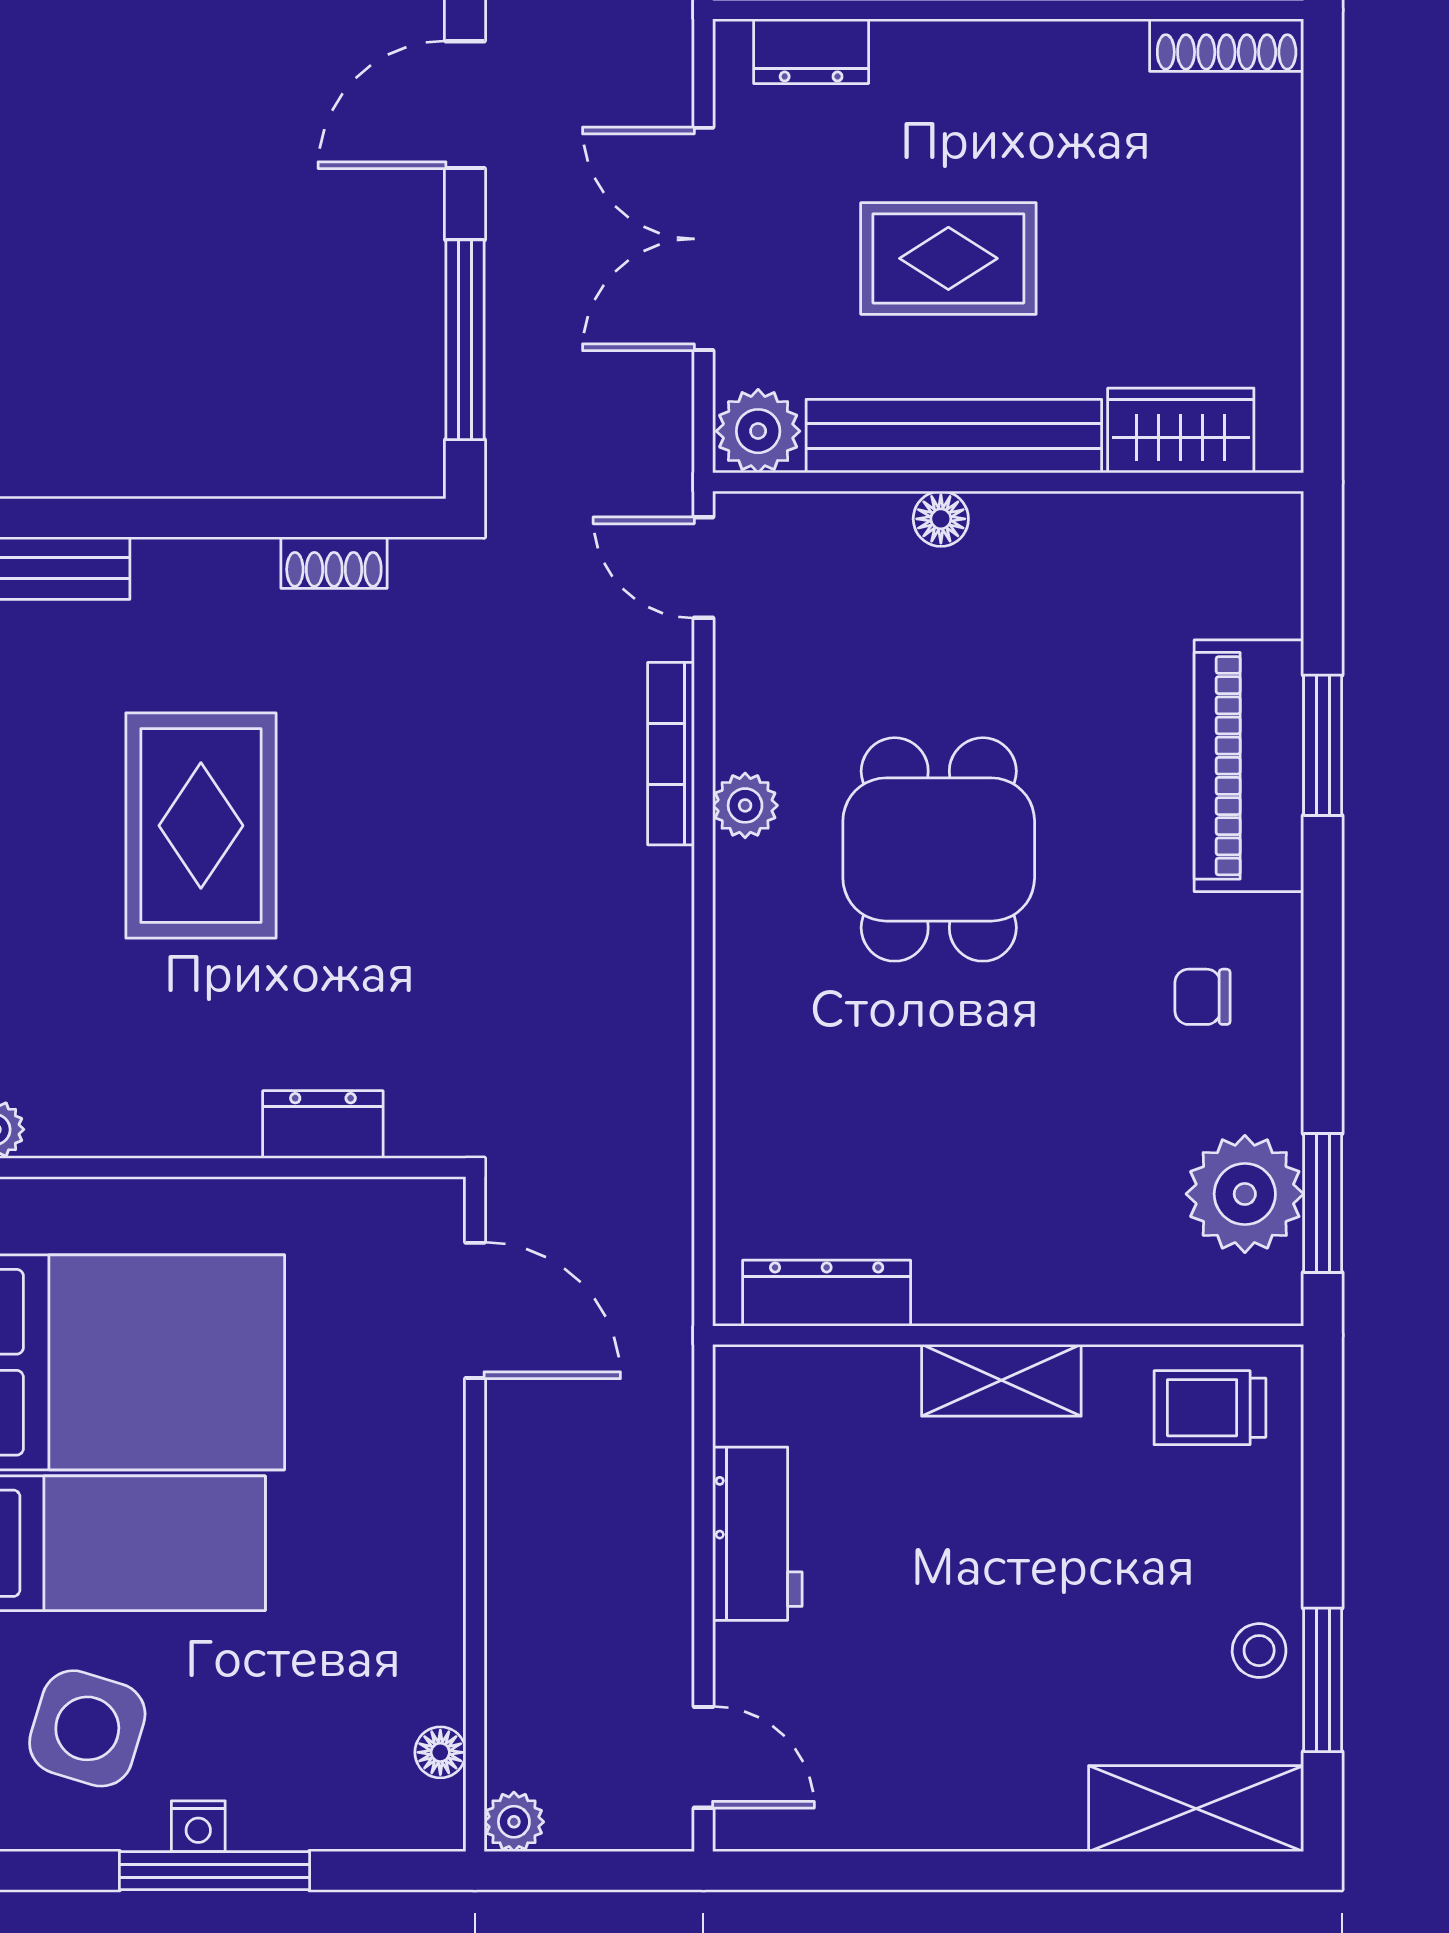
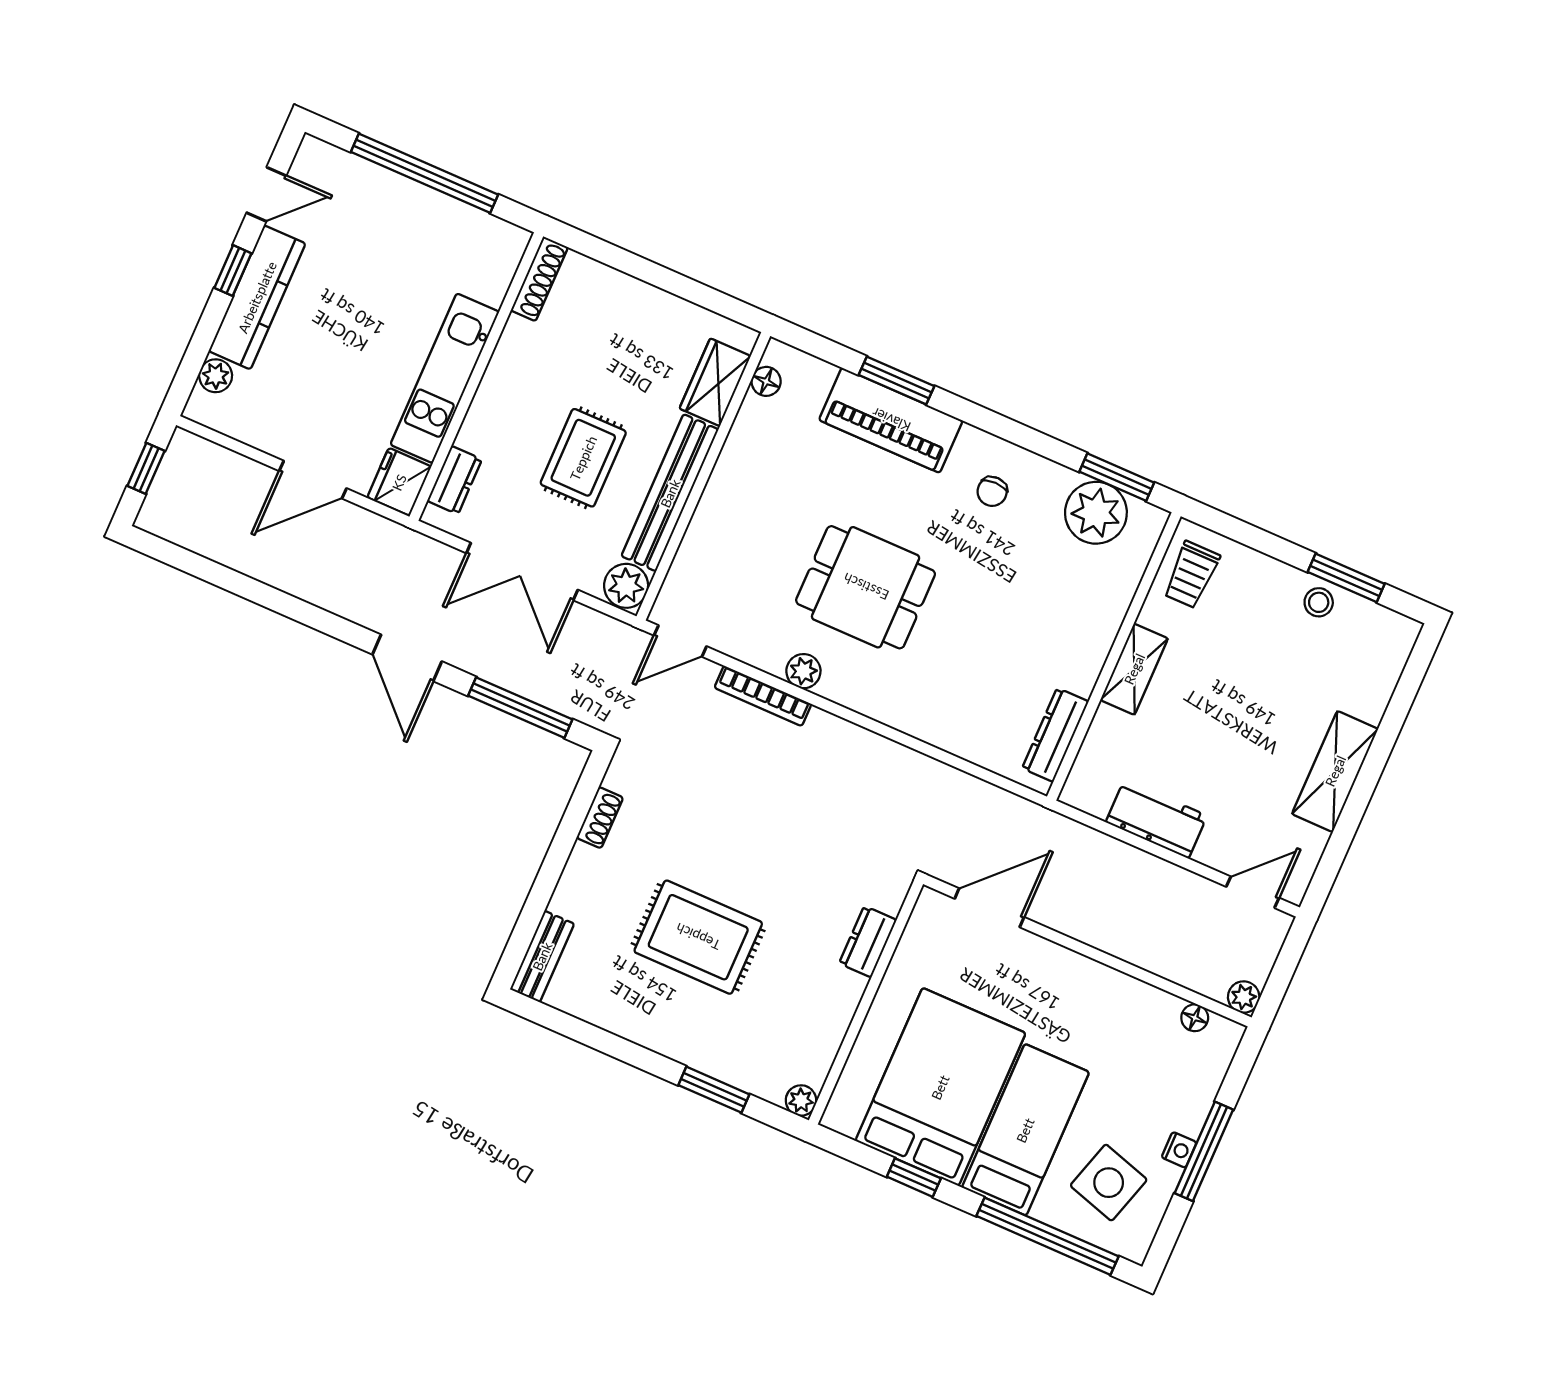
floor lamp: (941, 519) -> (766, 381), moved
shelving: (1196, 1809) -> (1335, 771), moved

